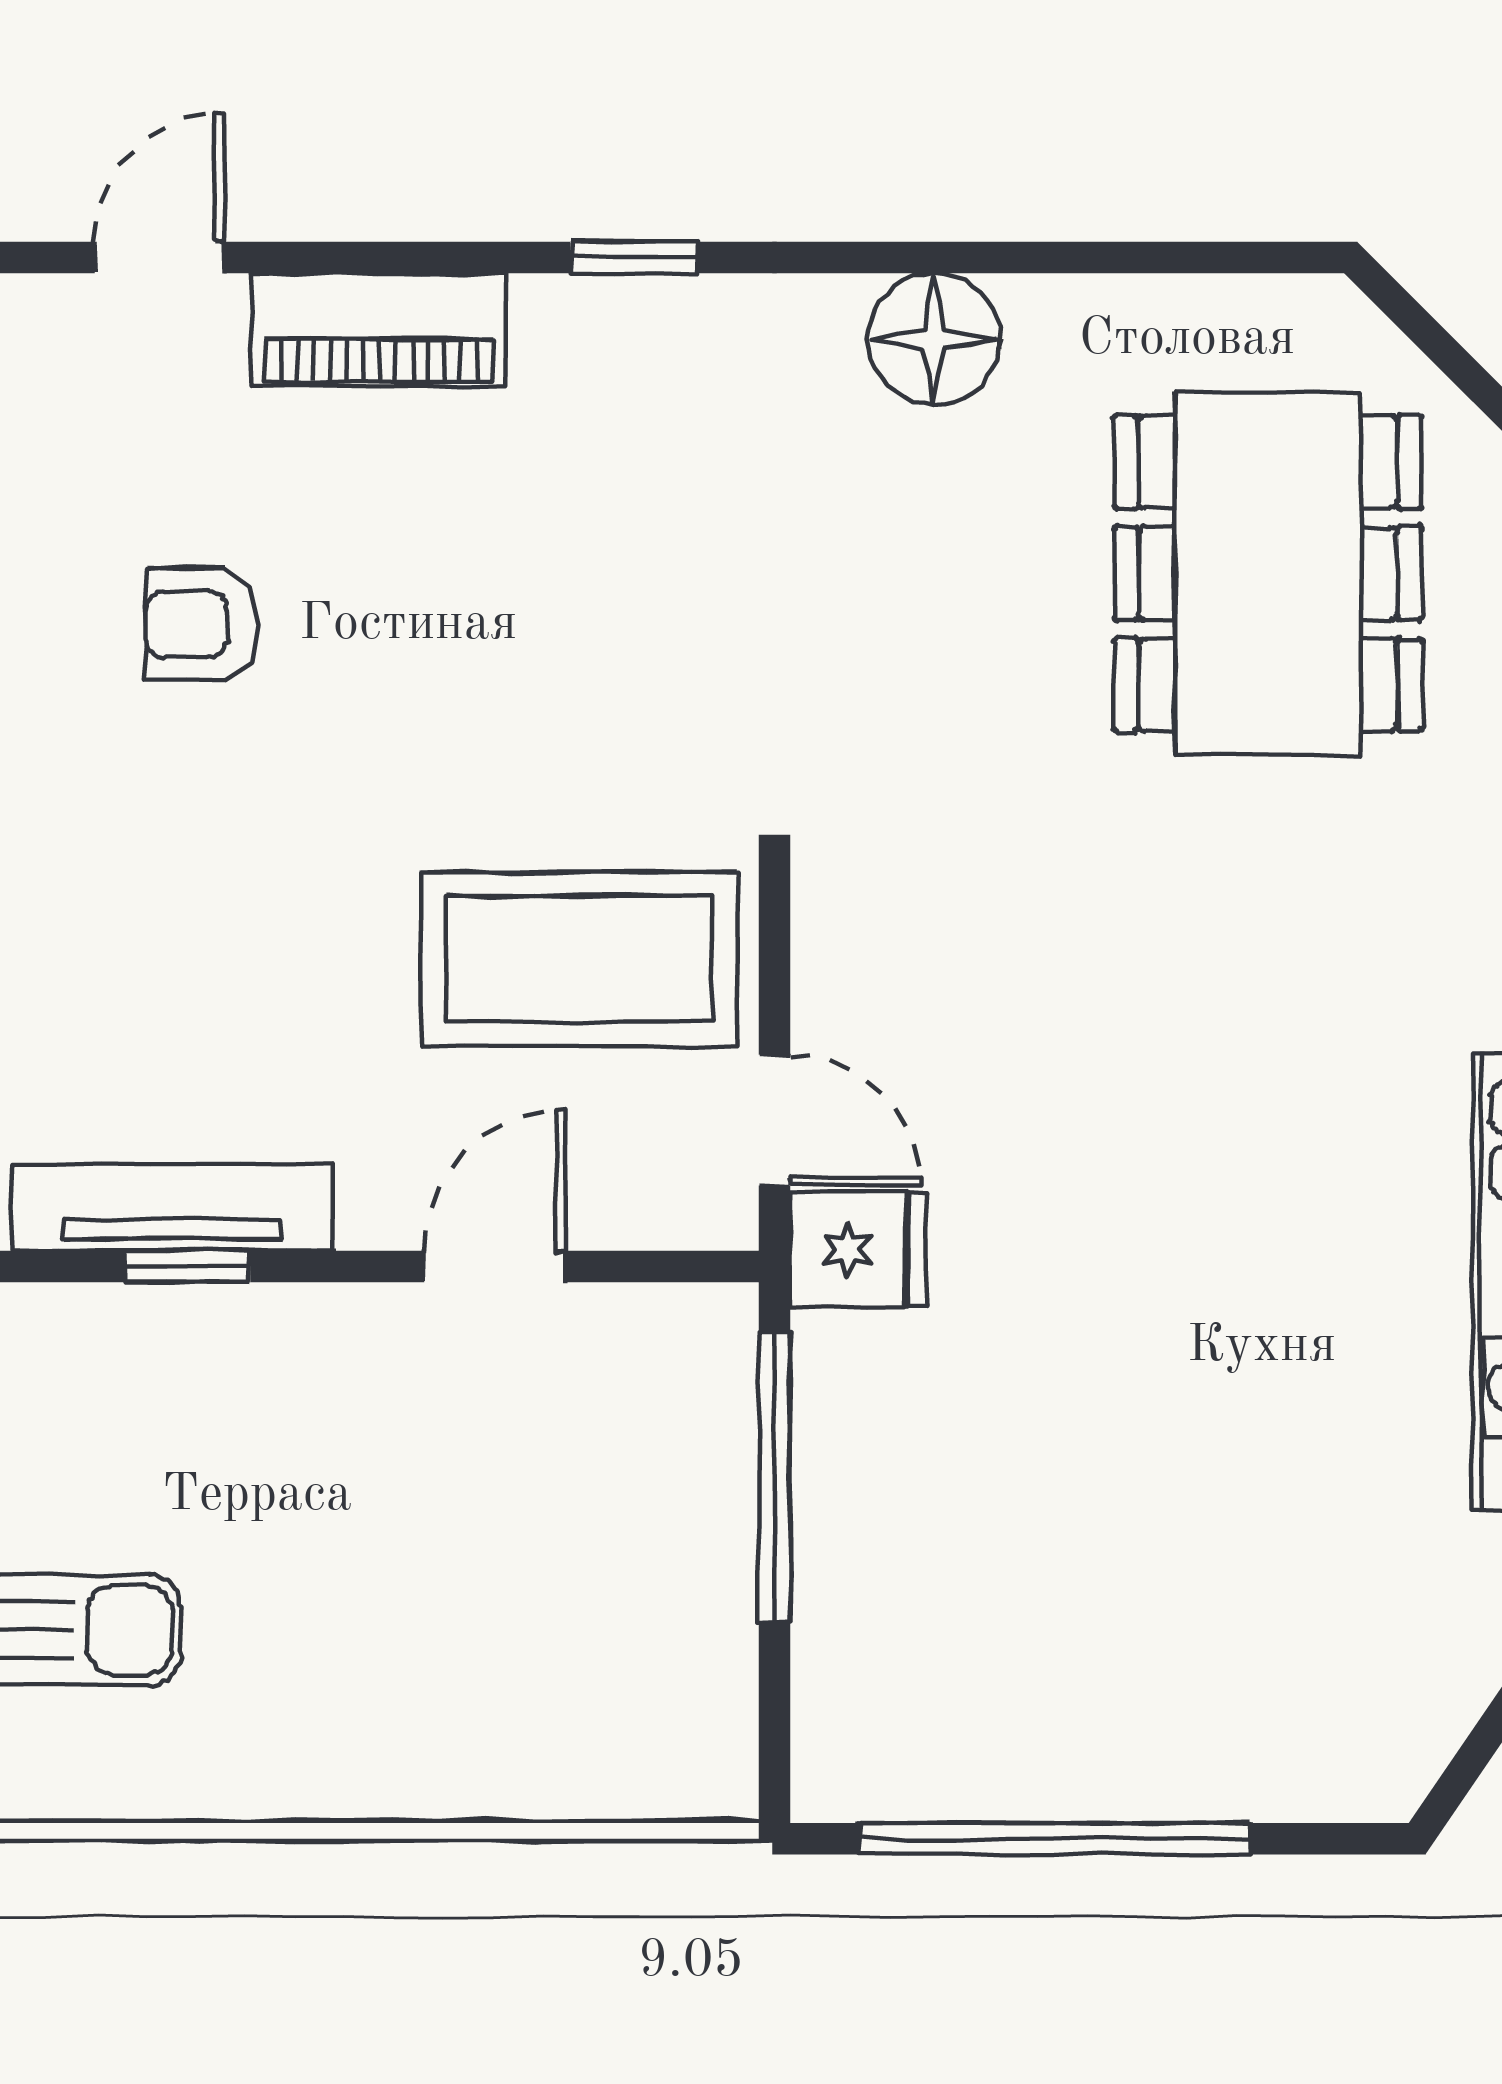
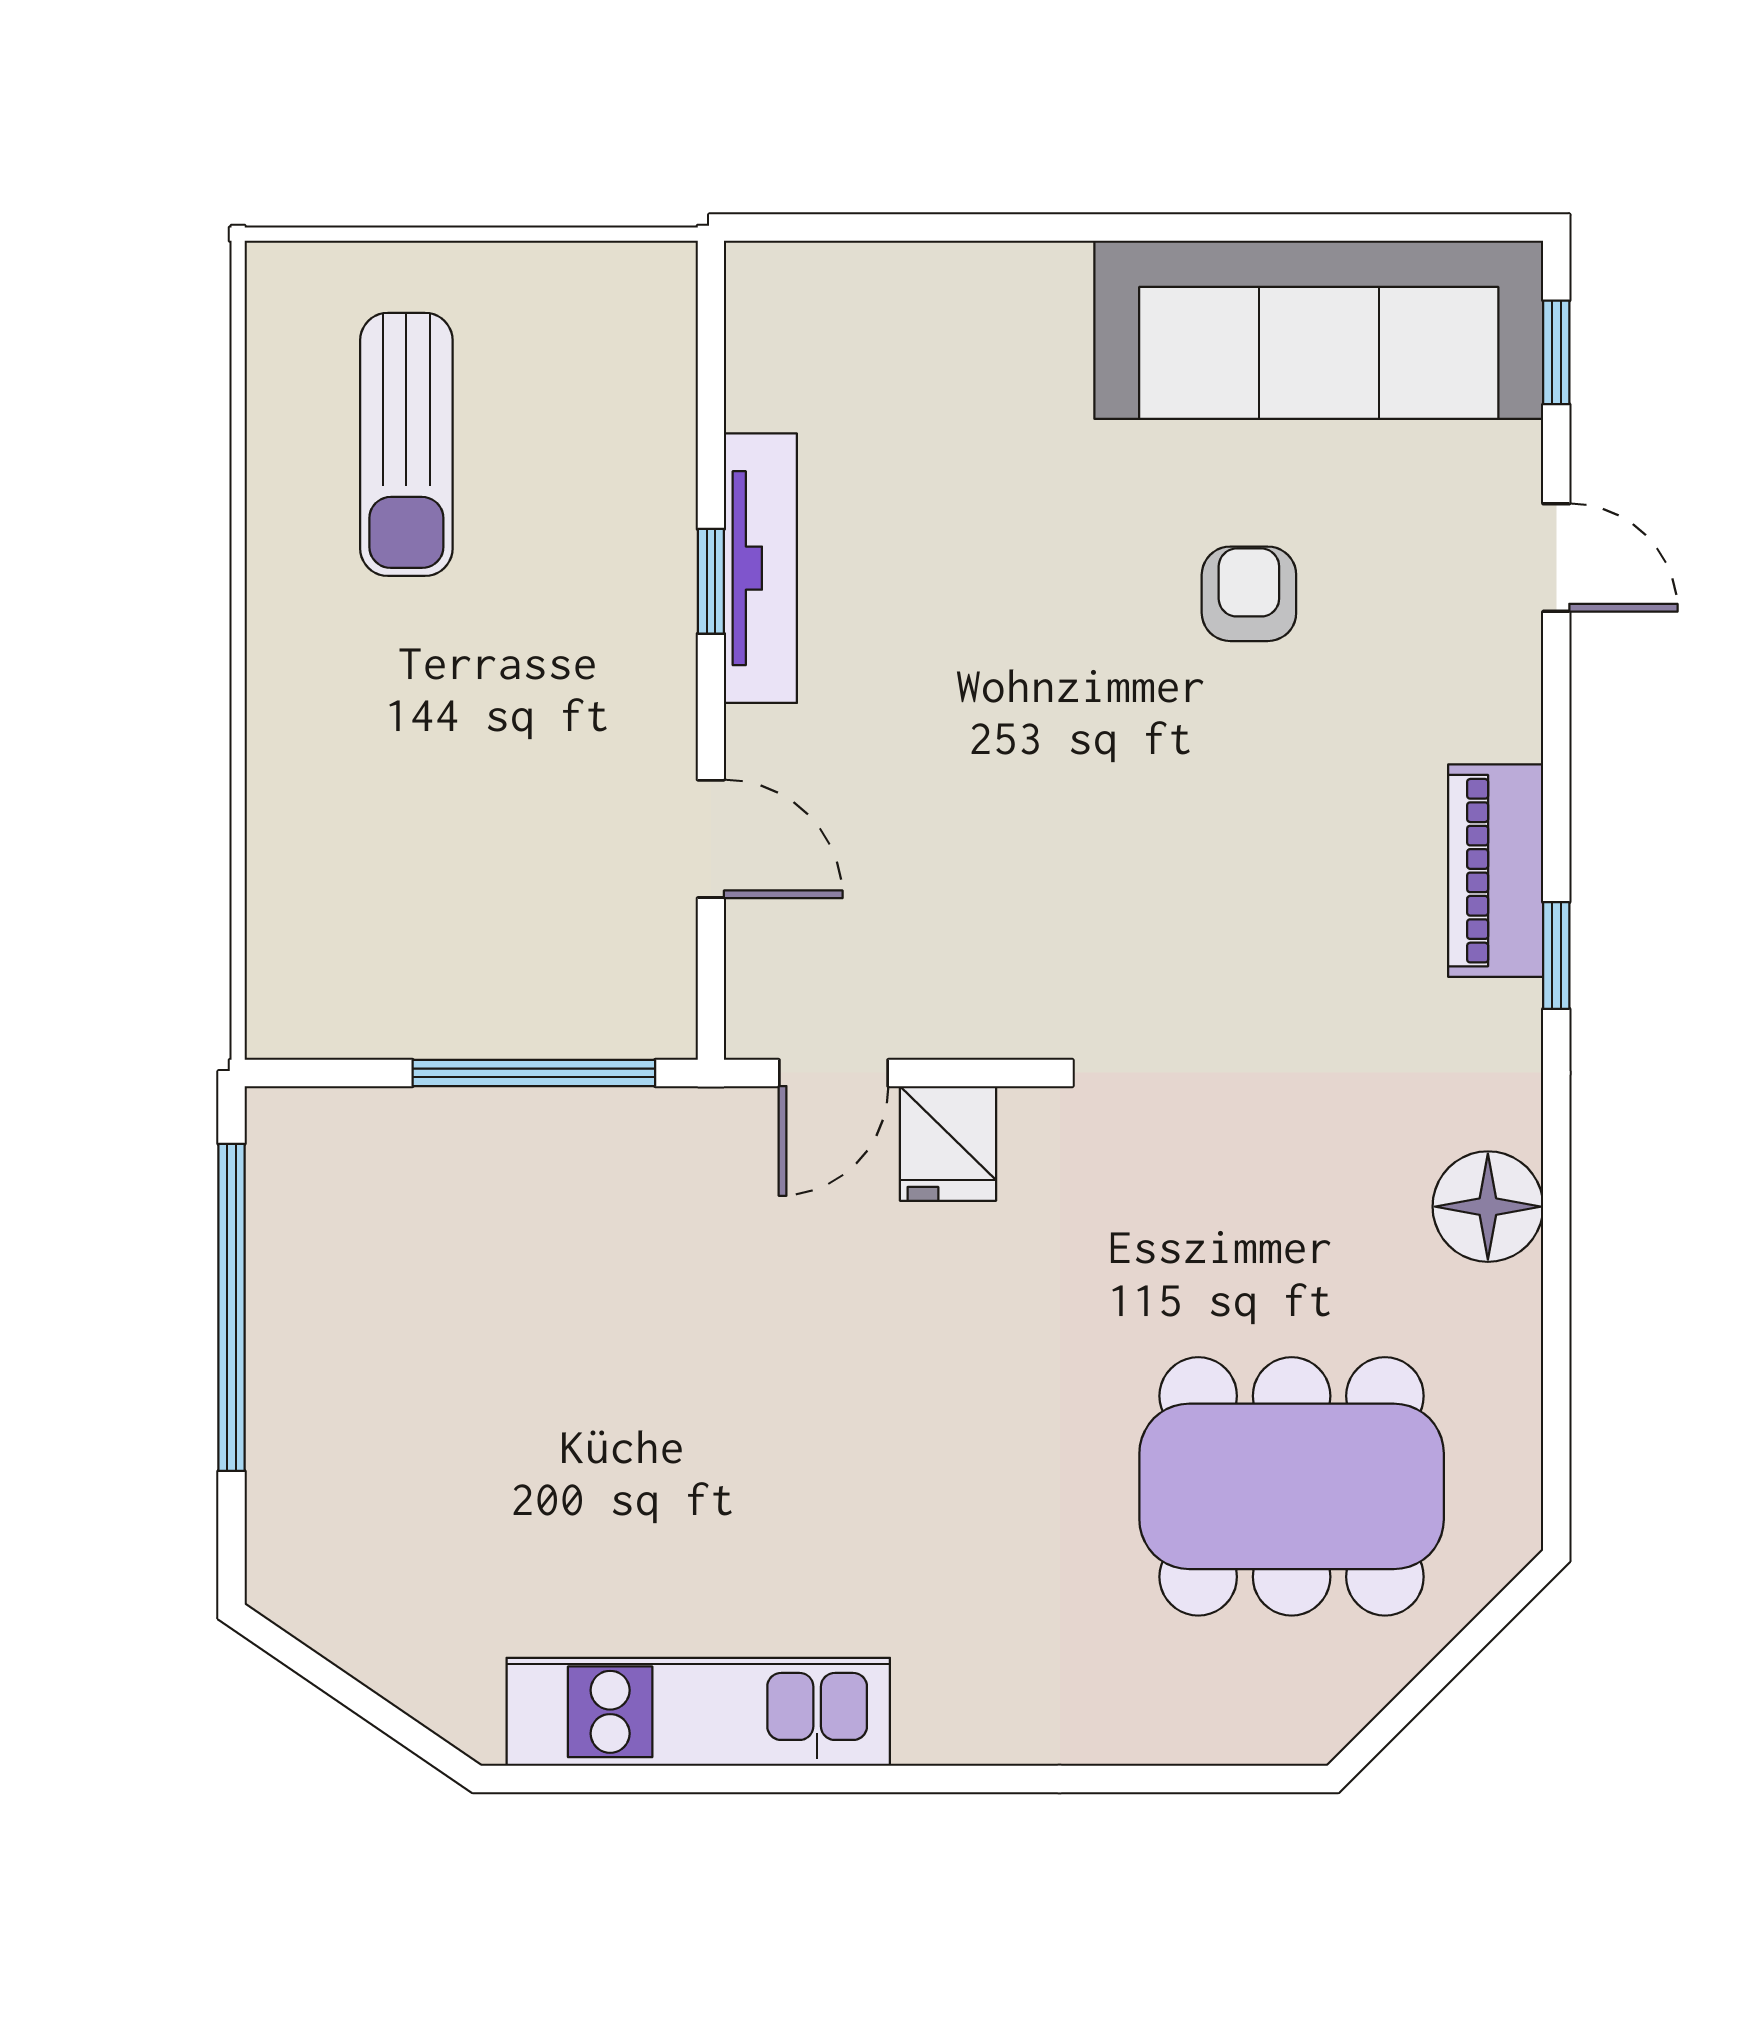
piano: (379, 330) -> (1496, 871), moved
coffee table: (579, 959) -> (969, 909), removed
fridge: (859, 1250) -> (948, 1143), moved

